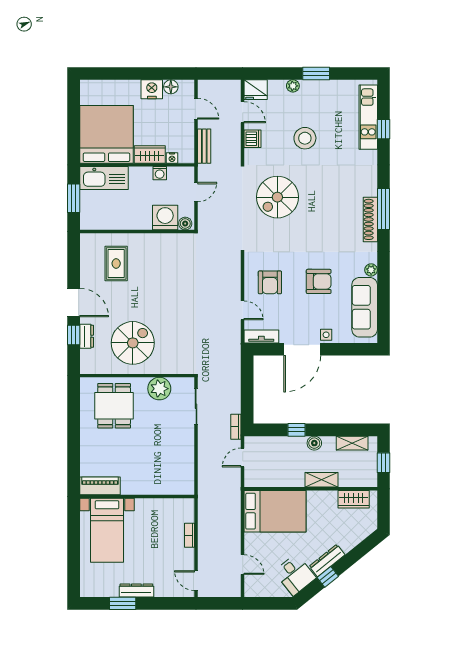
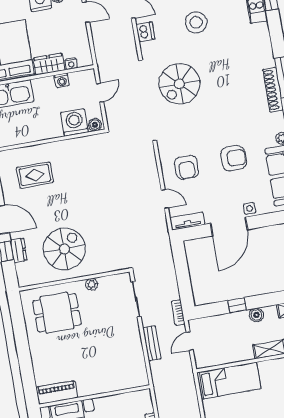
bench: (204, 146) -> (152, 343), moved
rug: (116, 263) -> (35, 175), turned 90
plant: (159, 389) -> (92, 284), width x0.53, depth x0.53
dining table: (114, 406) -> (57, 313), turned 90
bed: (275, 511) -> (229, 381), width x0.67

